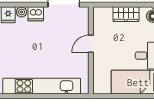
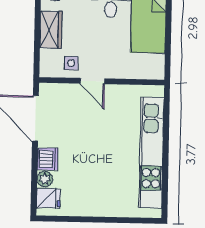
side table: (103, 29) -> (71, 63), added

